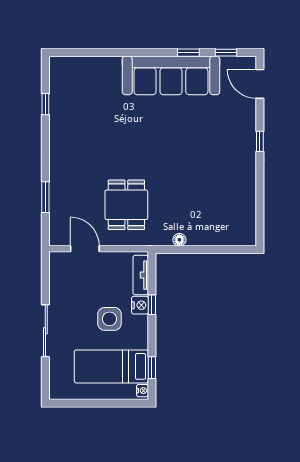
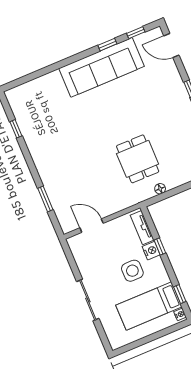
dining table: (126, 205) -> (138, 159), moved

